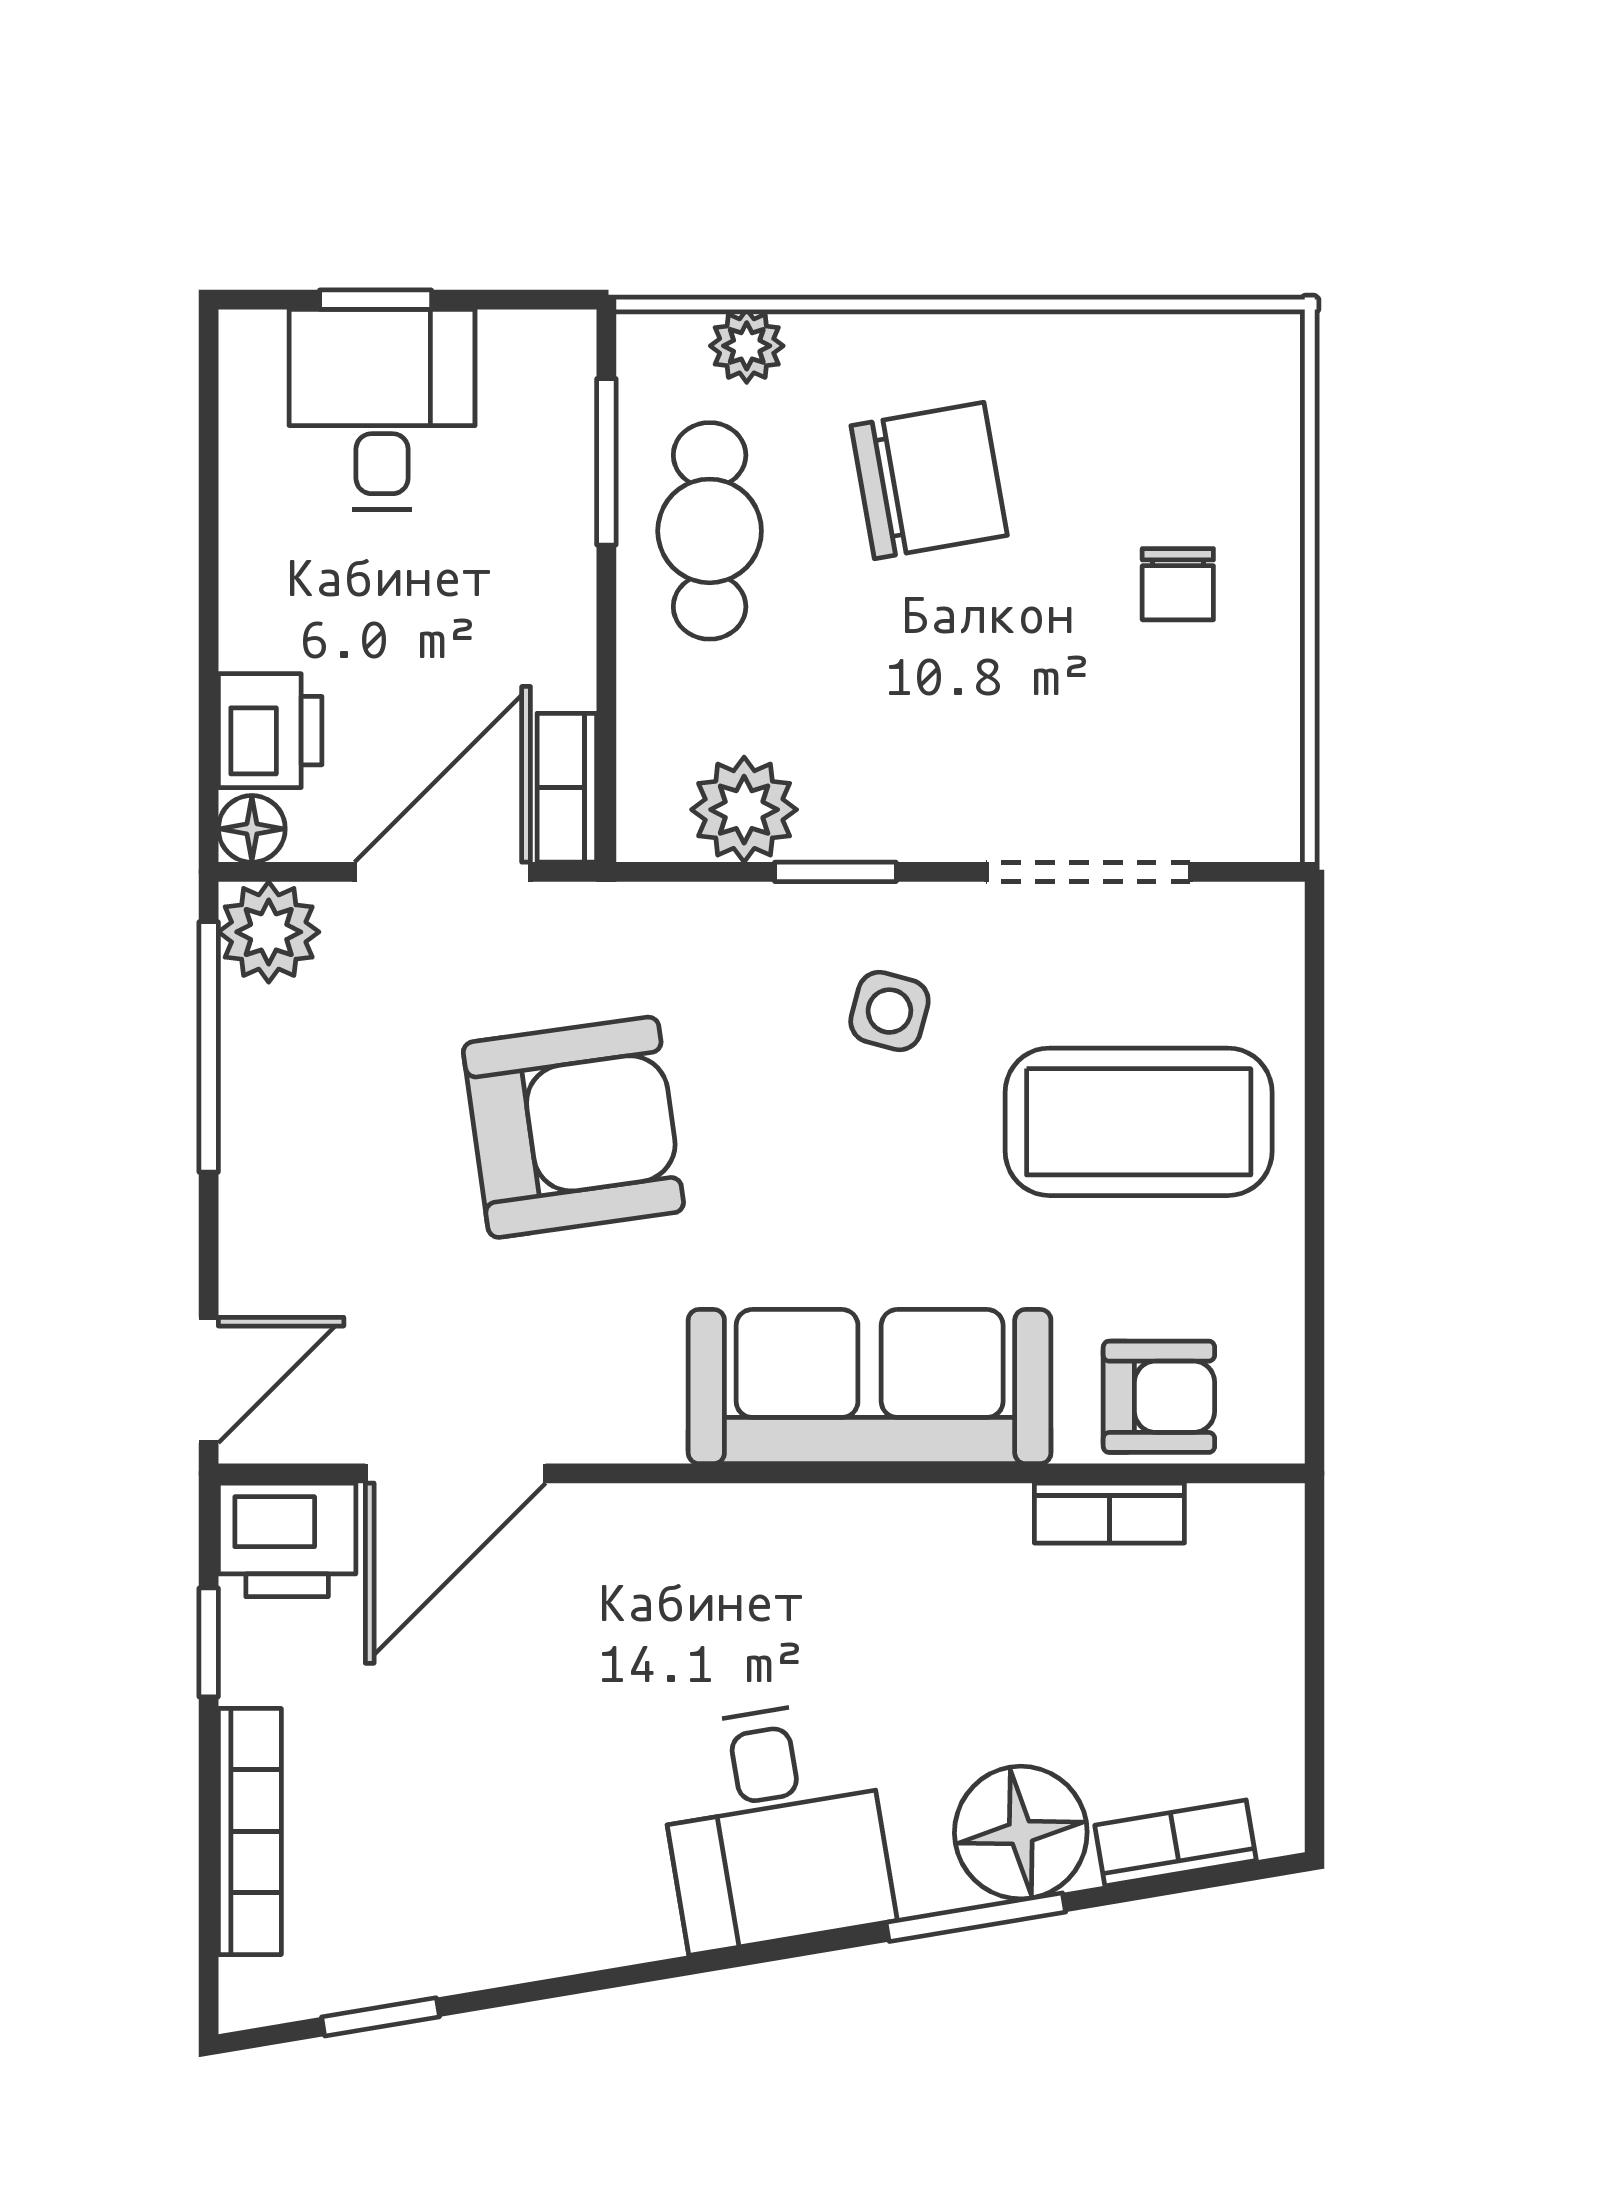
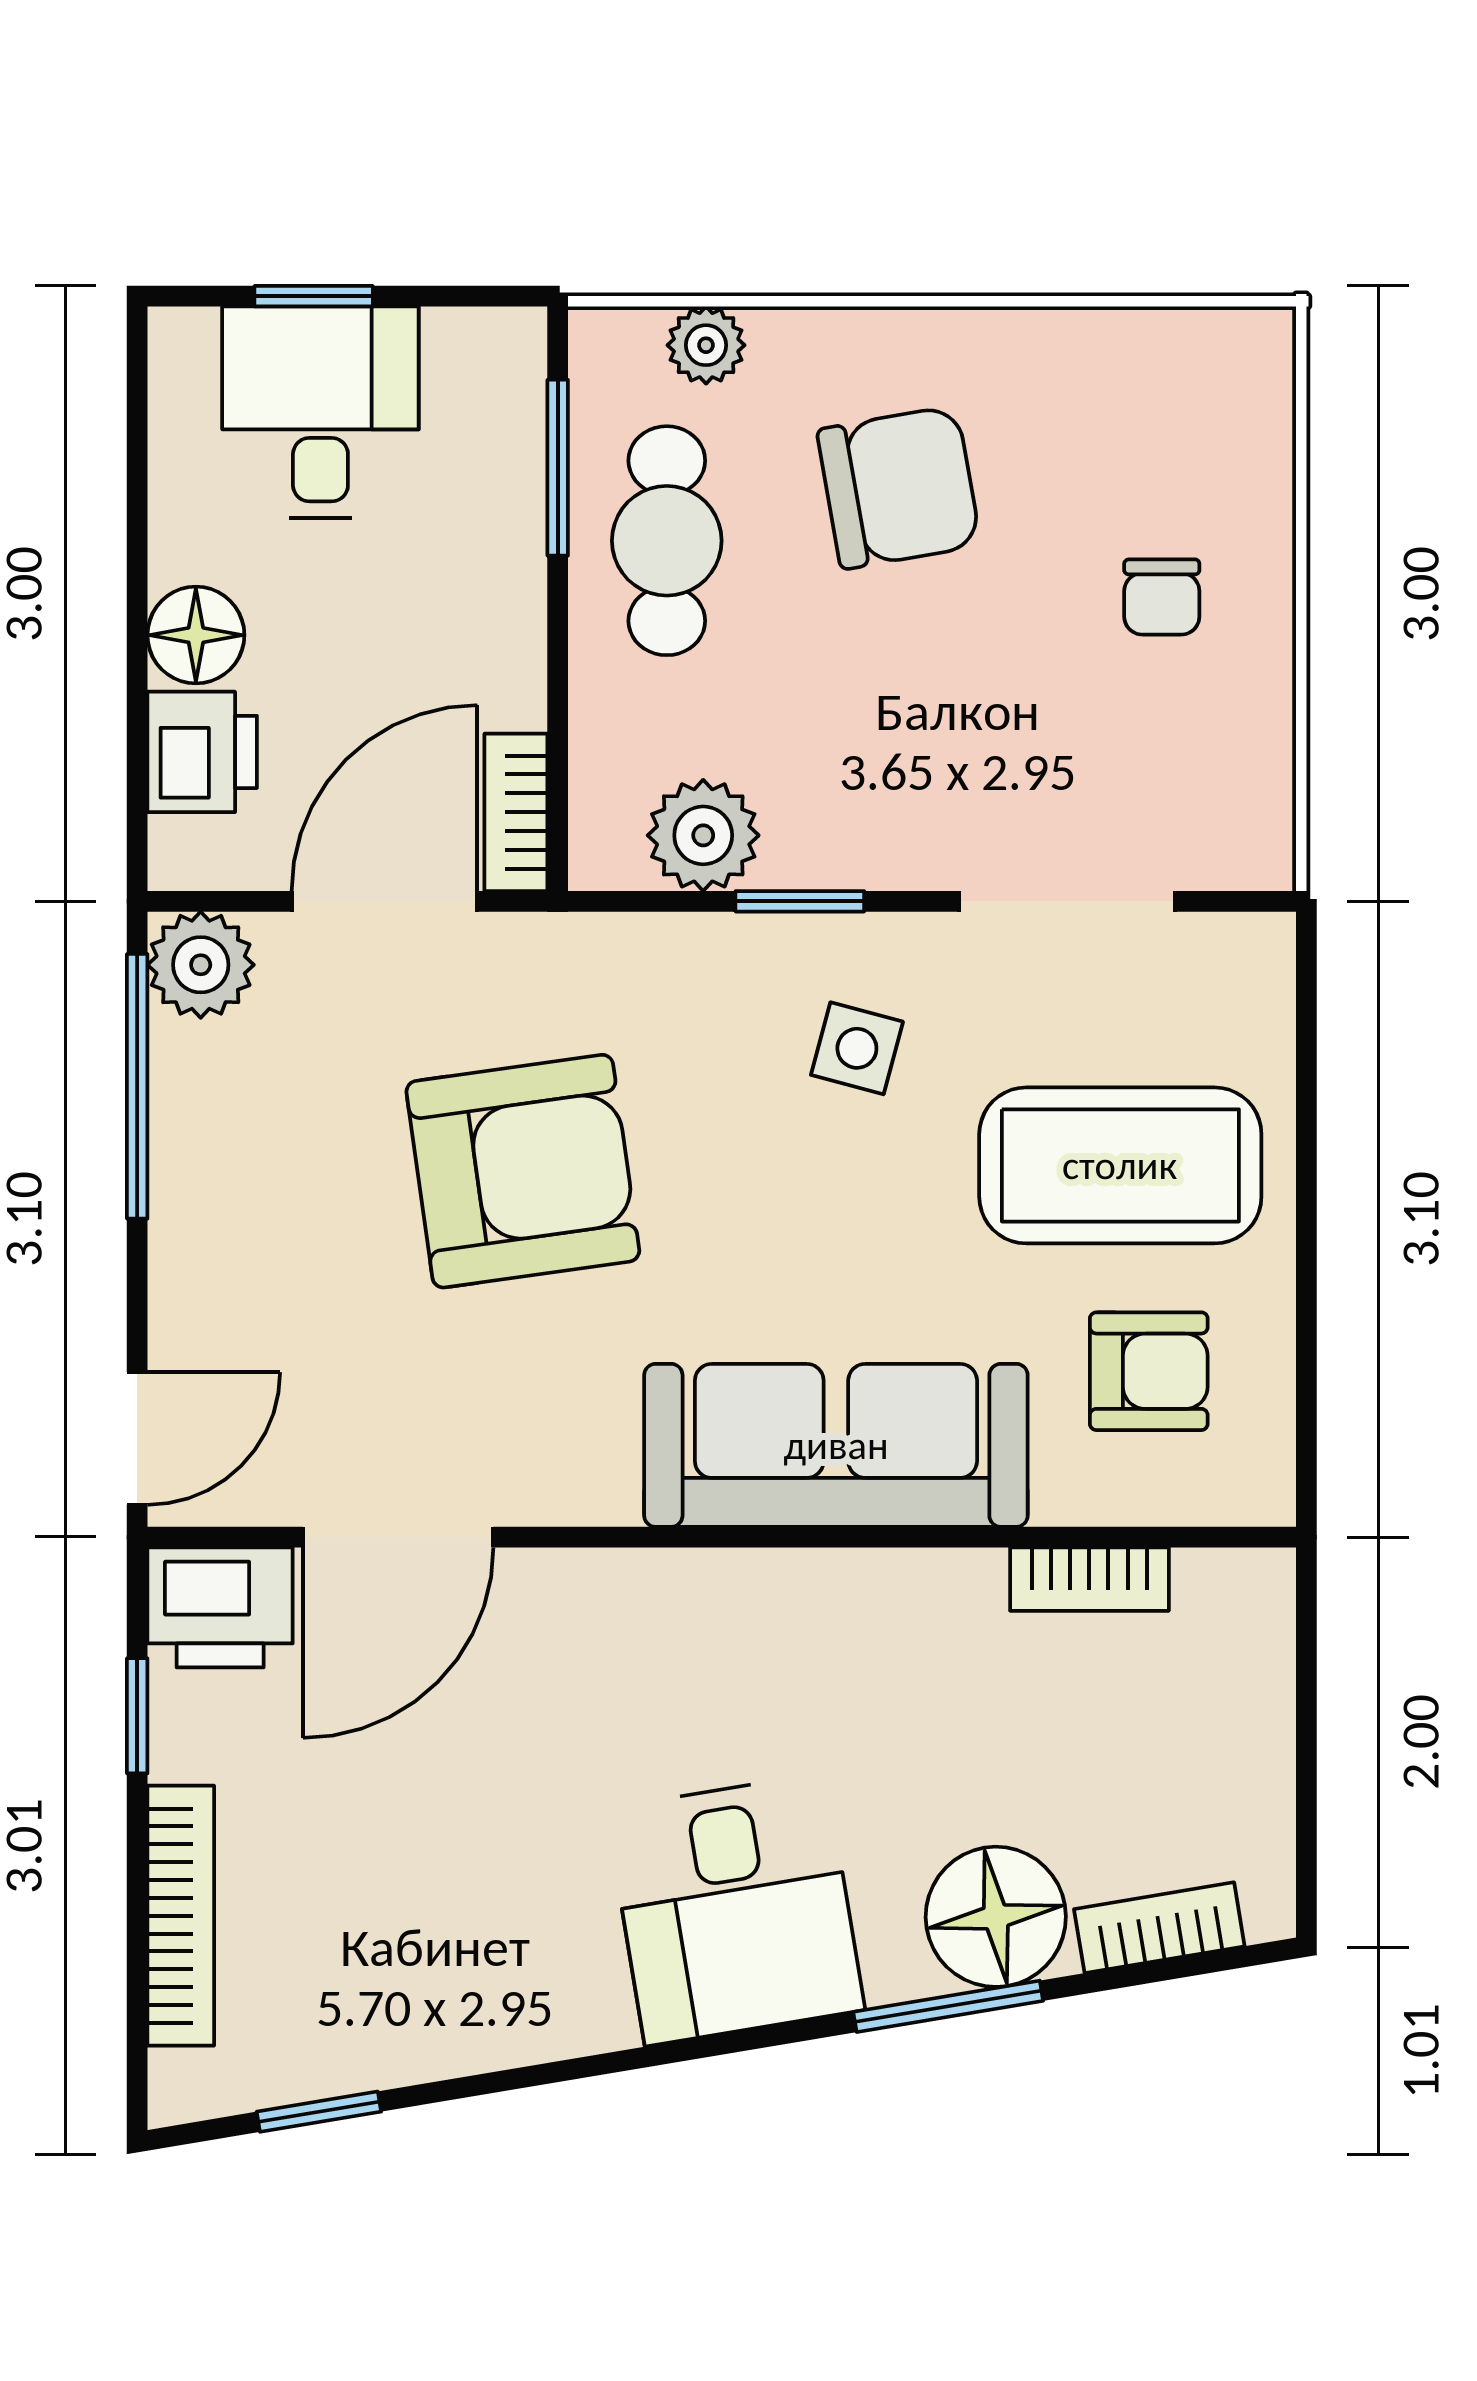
floor lamp: (252, 829) -> (196, 635), moved, width x1.37, depth x1.37
armchair: (1159, 1397) -> (1149, 1371), moved

